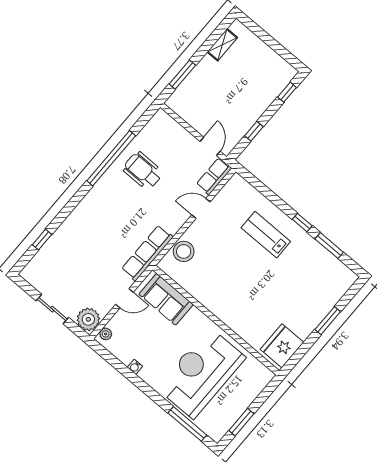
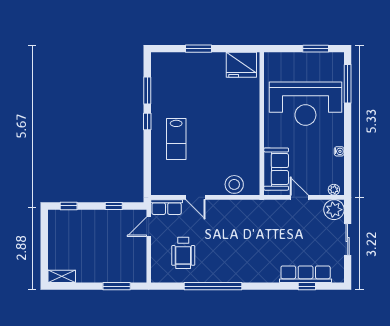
shelving: (222, 45) -> (62, 276), moved
wheelchair: (143, 171) -> (183, 253), moved
row of seats: (147, 253) -> (306, 274), moved, turned 180

